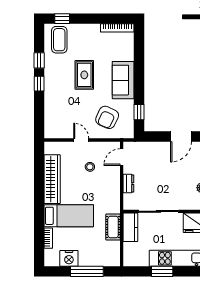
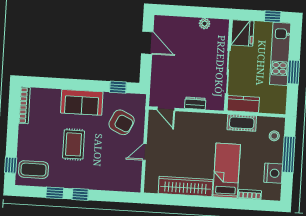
rug: (84, 75) -> (74, 144), turned 90
stool: (90, 167) -> (274, 136), moved

